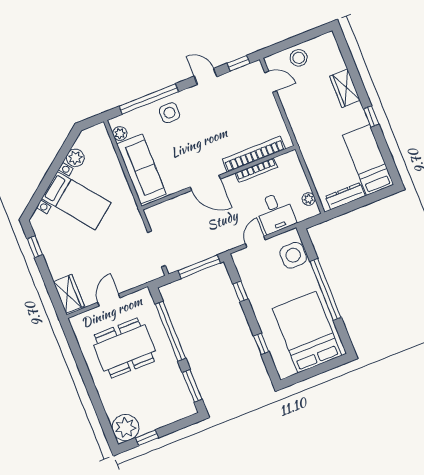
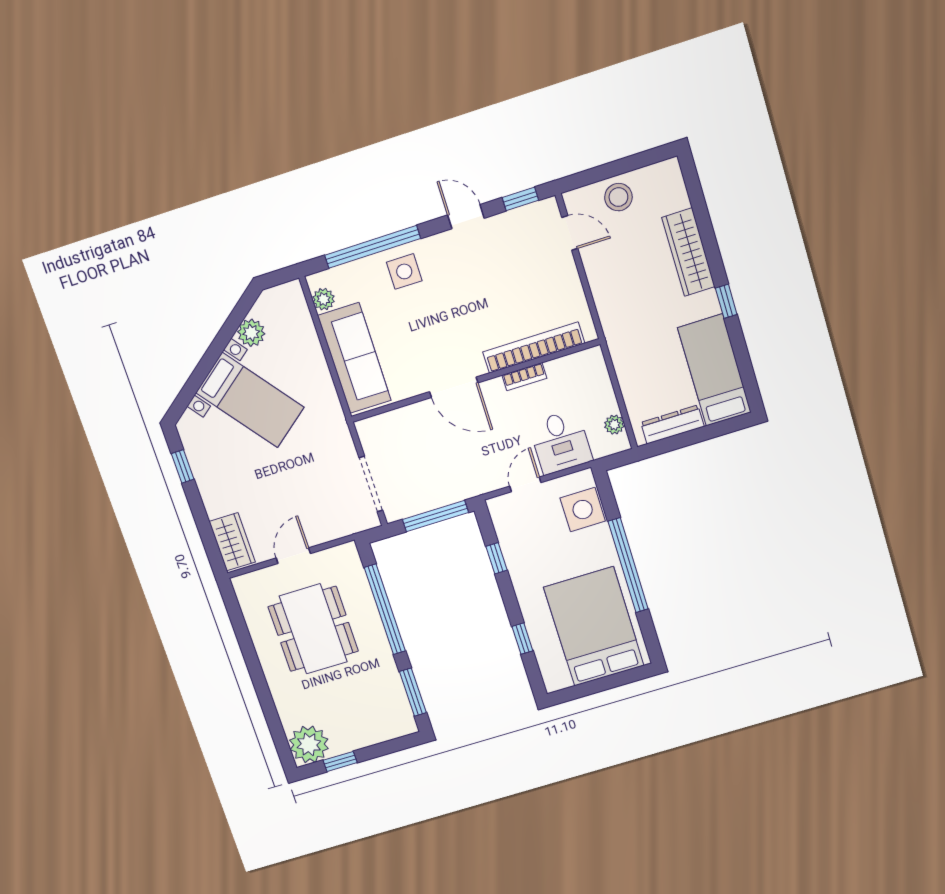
wardrobe: (345, 88) -> (688, 252), width x1.50
bookcase: (256, 170) -> (524, 377), width x0.64
dining table: (124, 348) -> (313, 629), turned 90

